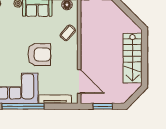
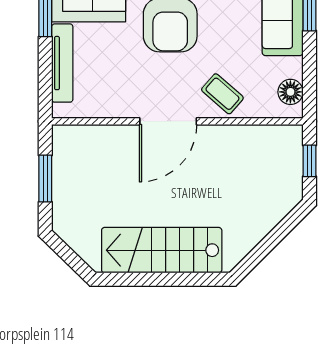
door: (79, 81) -> (168, 121), moved

